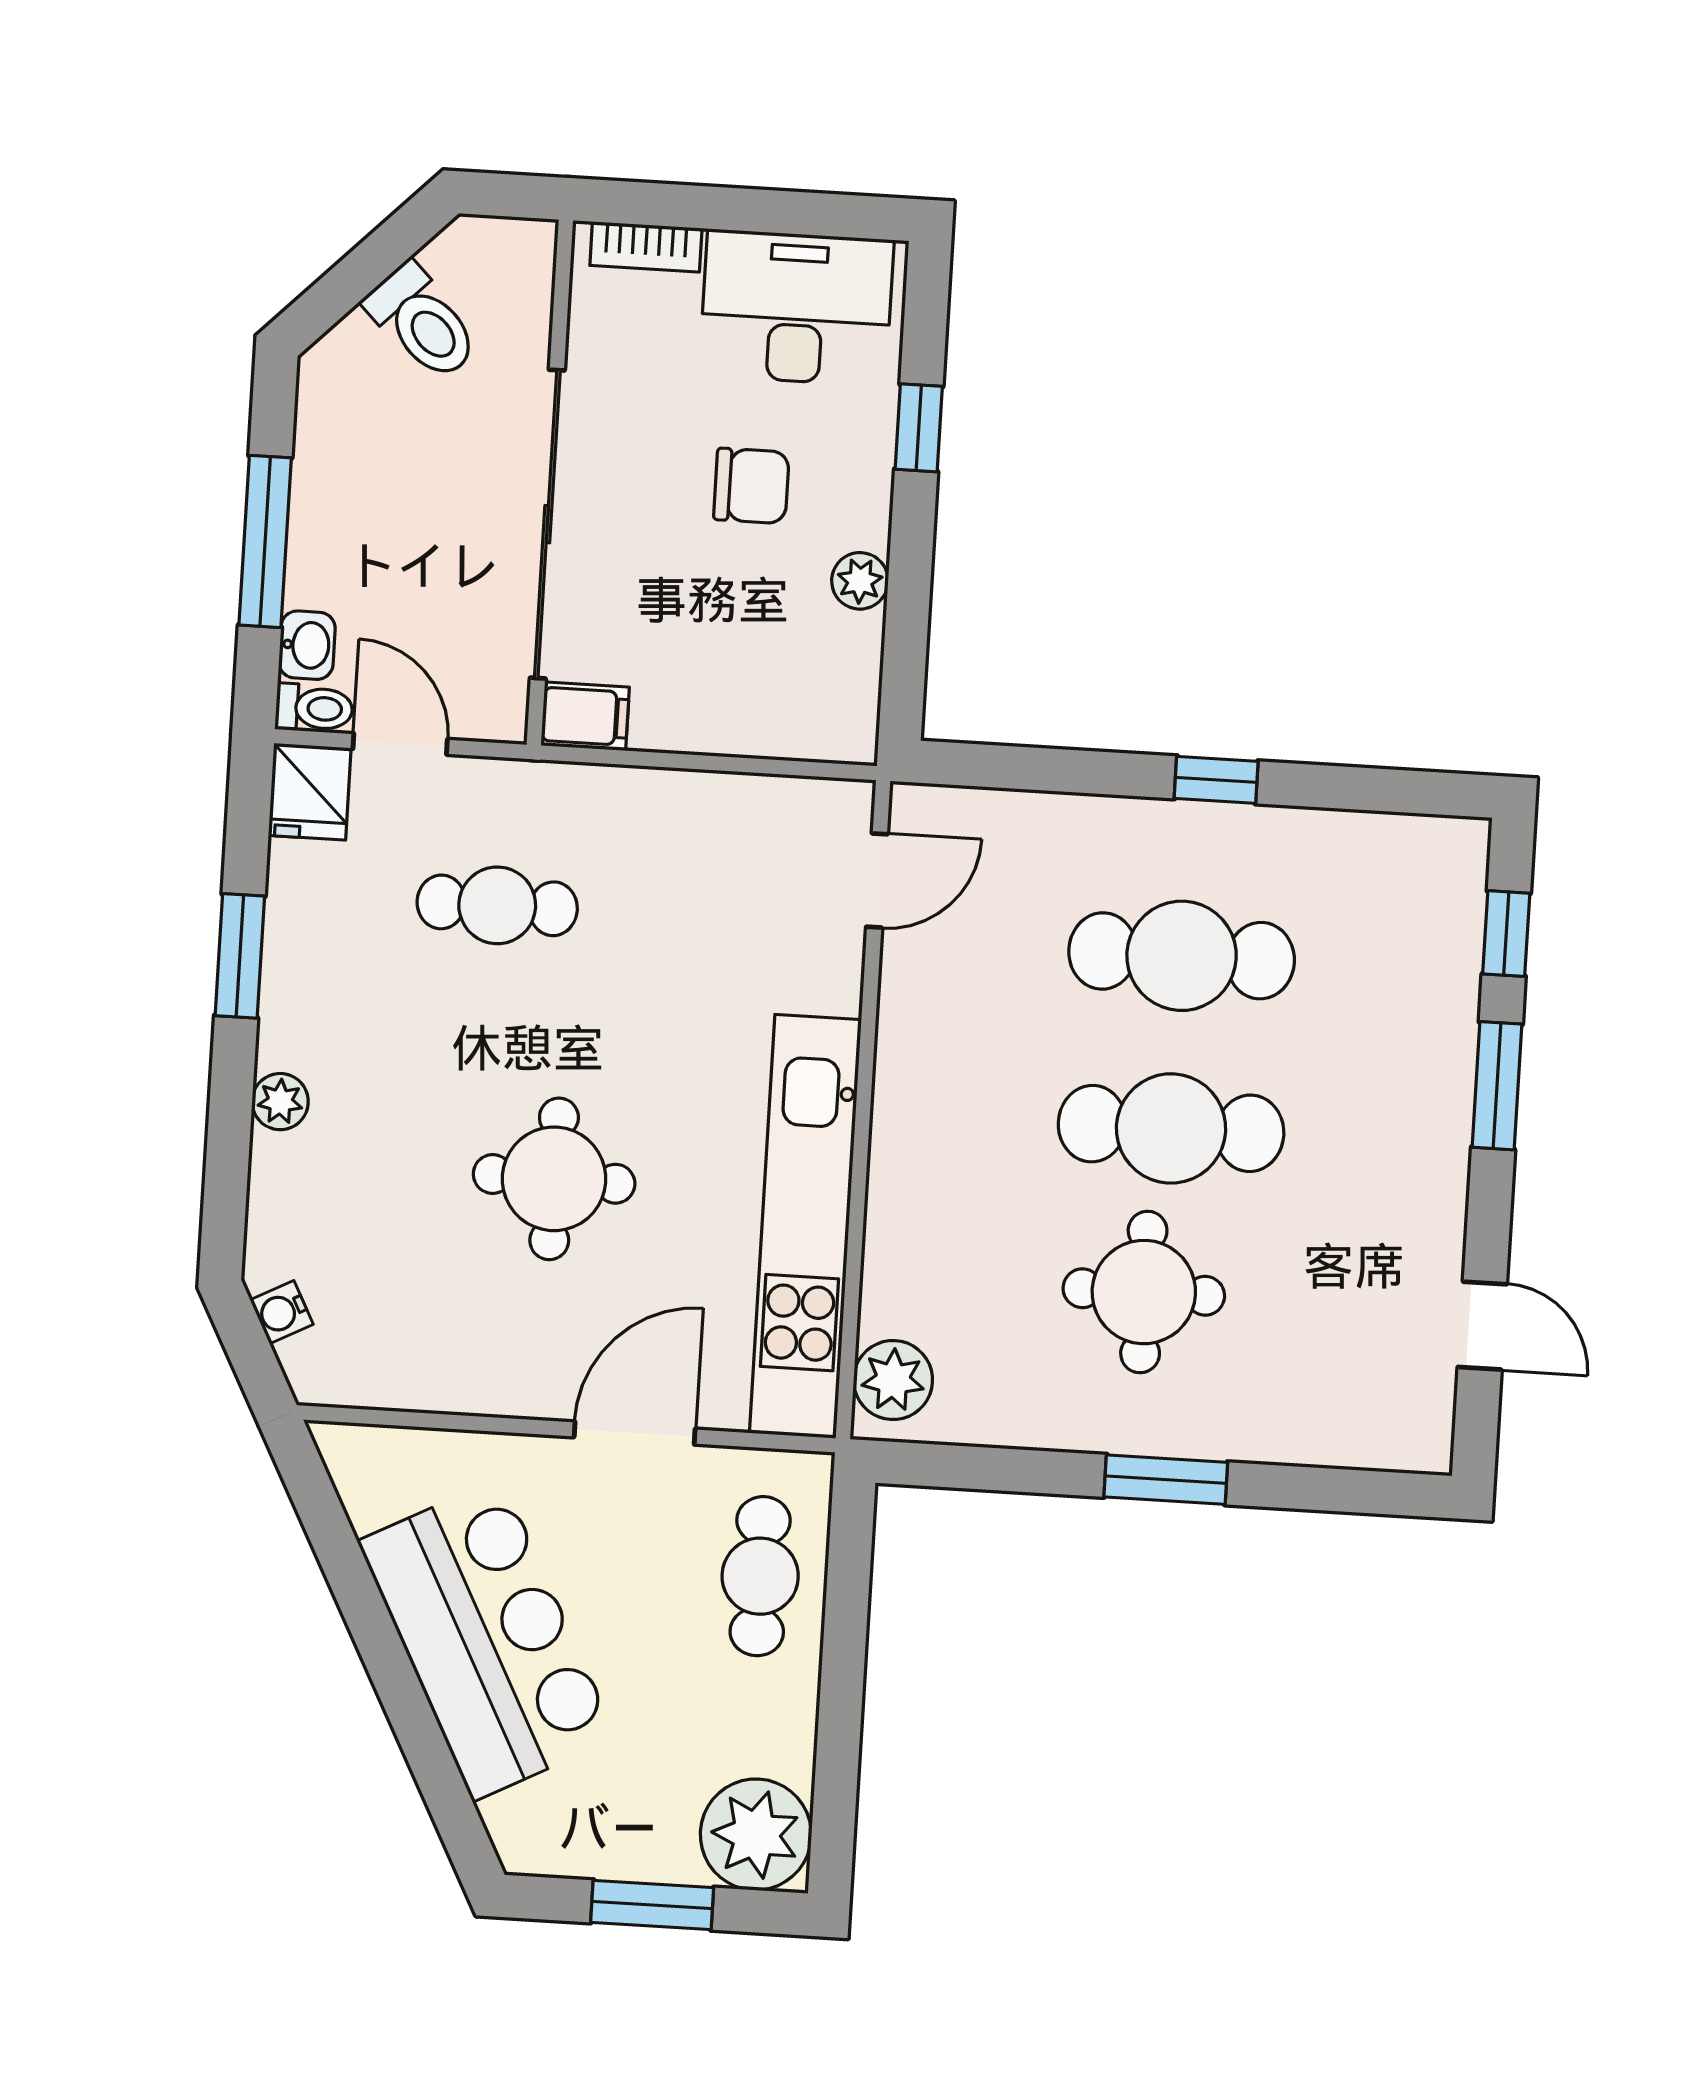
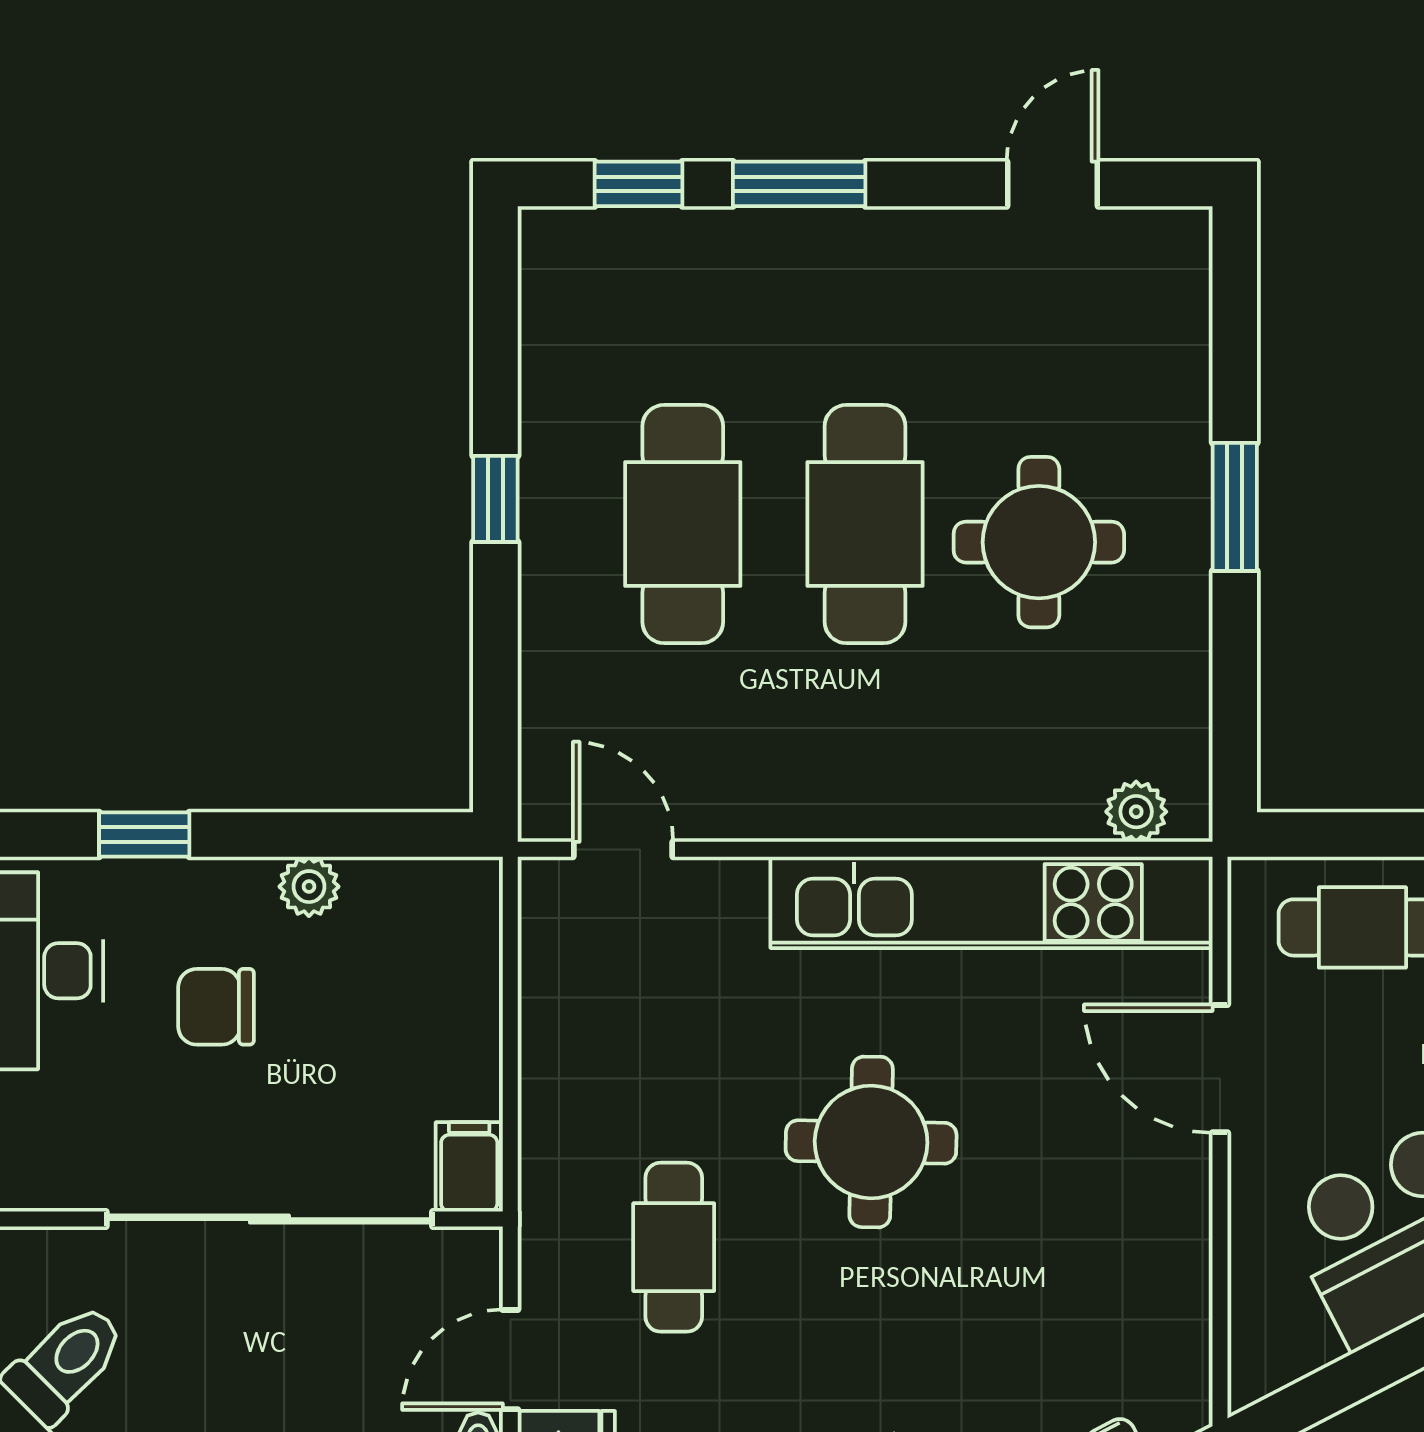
chair: (751, 486) -> (216, 1007), turned -90
round table: (554, 1179) -> (871, 1142), moved
plant: (893, 1380) -> (1136, 812), width x0.73, depth x0.73

